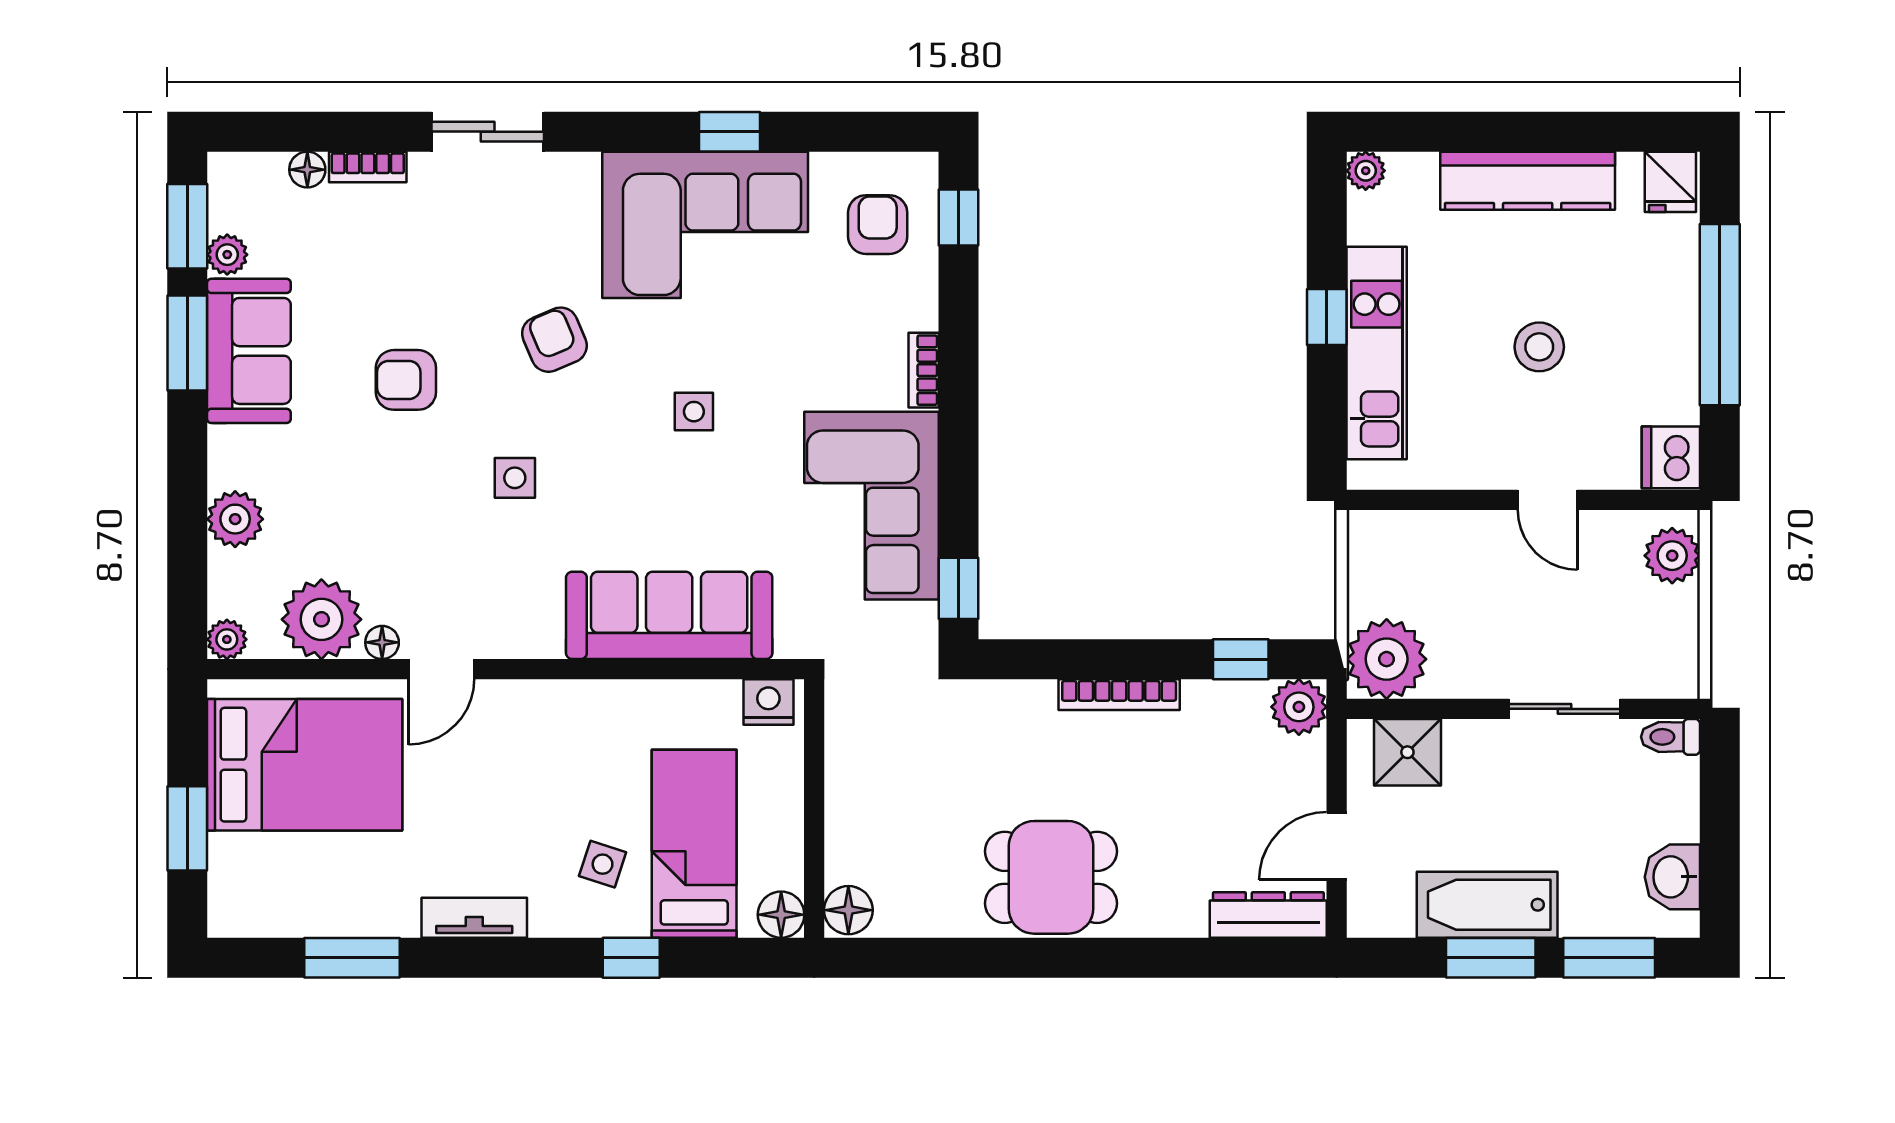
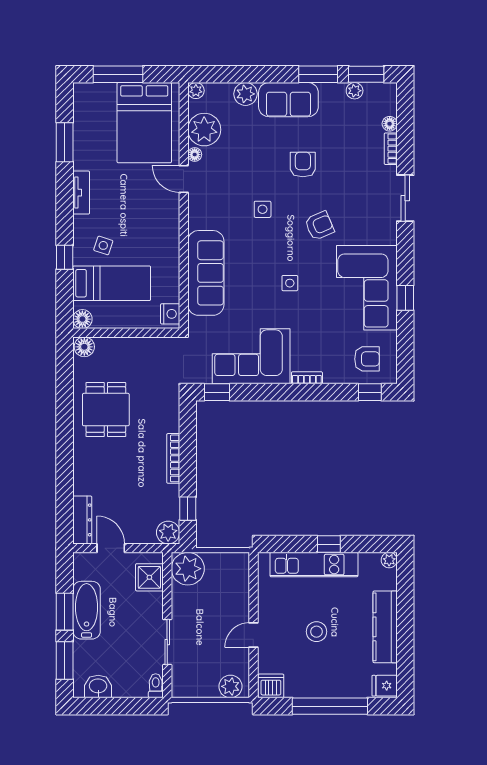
sofa: (249, 351) -> (288, 100), moved
window: (187, 828) -> (118, 74), width x1.44
dining table: (1051, 877) -> (106, 410), moved

